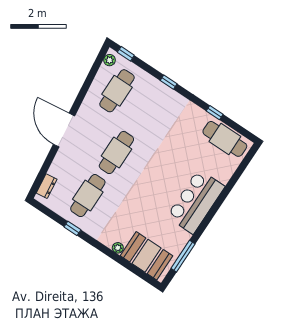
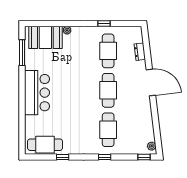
cafe table: (117, 91) -> (108, 130), moved
dresser: (47, 186) -> (140, 52), moved

